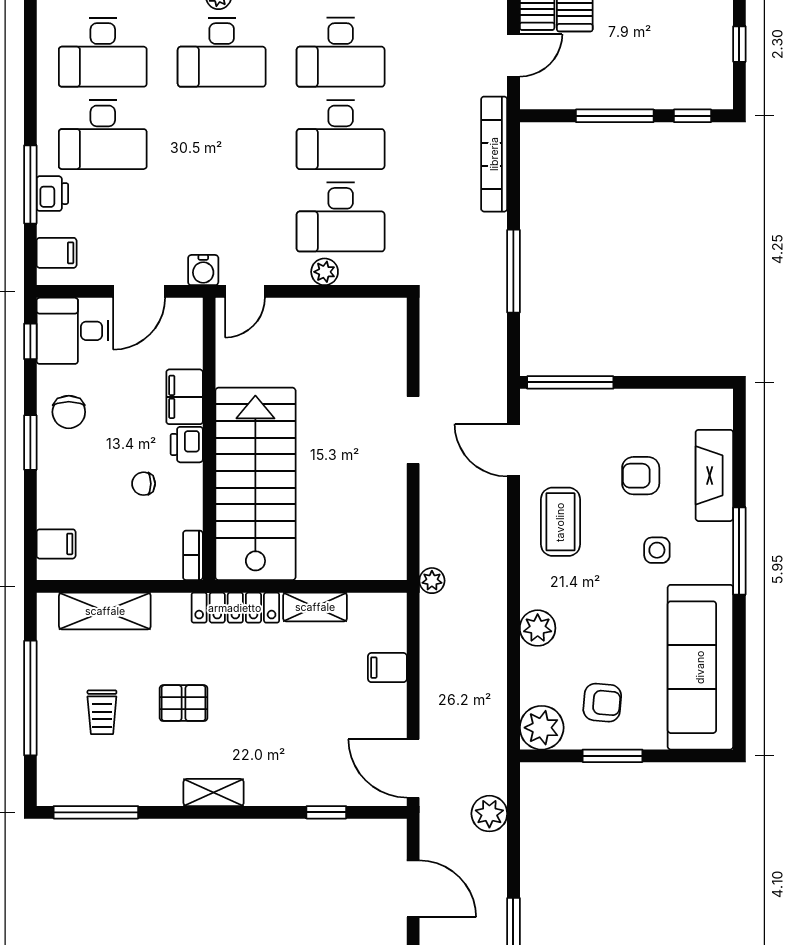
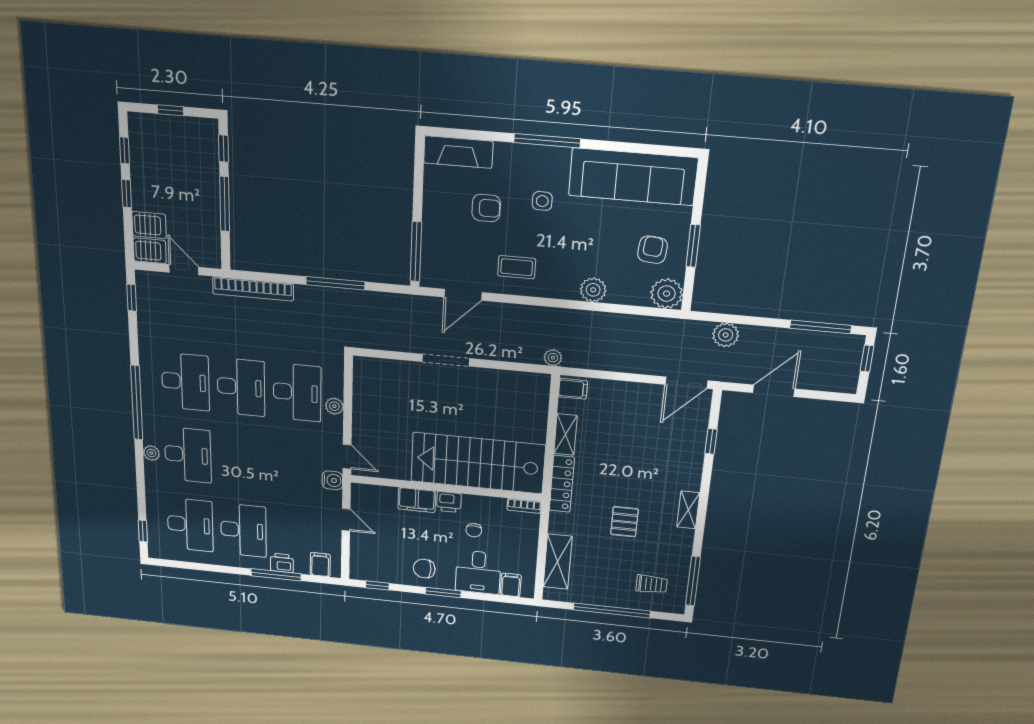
door: (139, 291) -> (346, 520), width x0.73
desk: (72, 331) -> (478, 572), moved
chair: (69, 412) -> (424, 569), turned 180
fireplace: (714, 475) -> (458, 152), moved
armchair: (641, 476) -> (486, 208), turned -90
coffee table: (560, 522) -> (517, 267), width x0.73, depth x0.77
filing cabinet: (387, 668) -> (573, 389), moved, turned -90
trolley: (102, 712) -> (652, 584), moved

